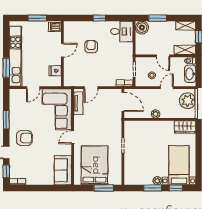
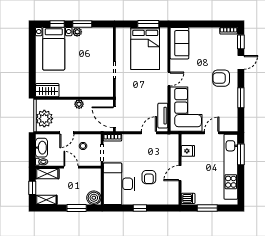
desk: (122, 31) -> (119, 184), width x1.87, depth x1.30
window: (104, 188) -> (148, 24), moved

